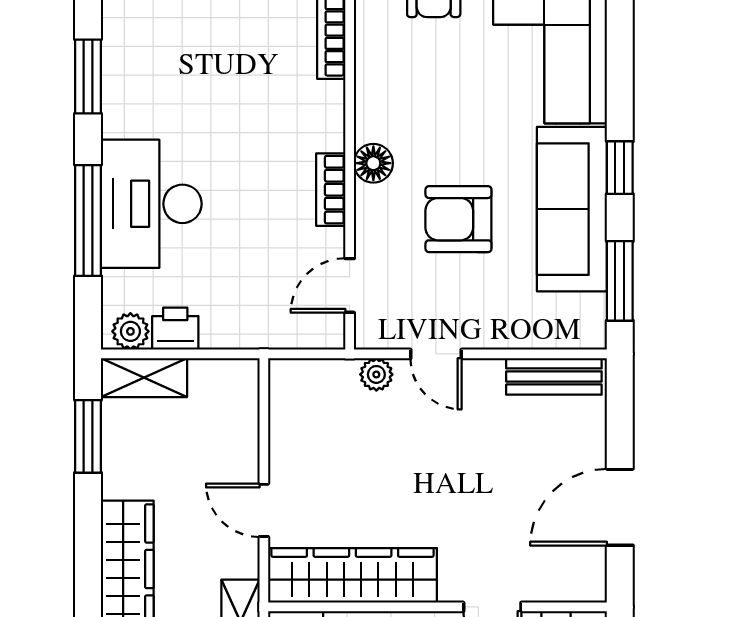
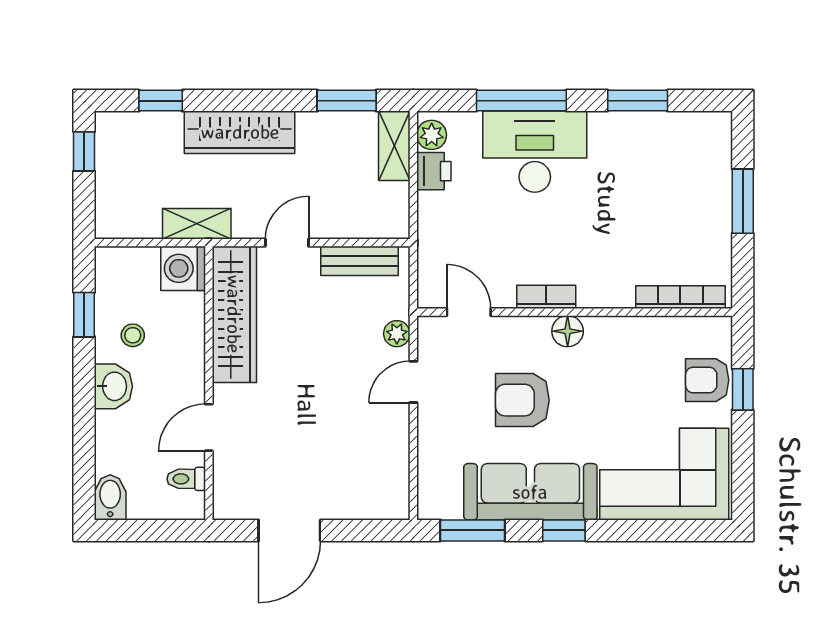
armchair: (458, 219) -> (522, 400), turned -90
bench: (554, 376) -> (360, 261), moved, turned 90
door: (620, 507) -> (289, 530), swing flipped

